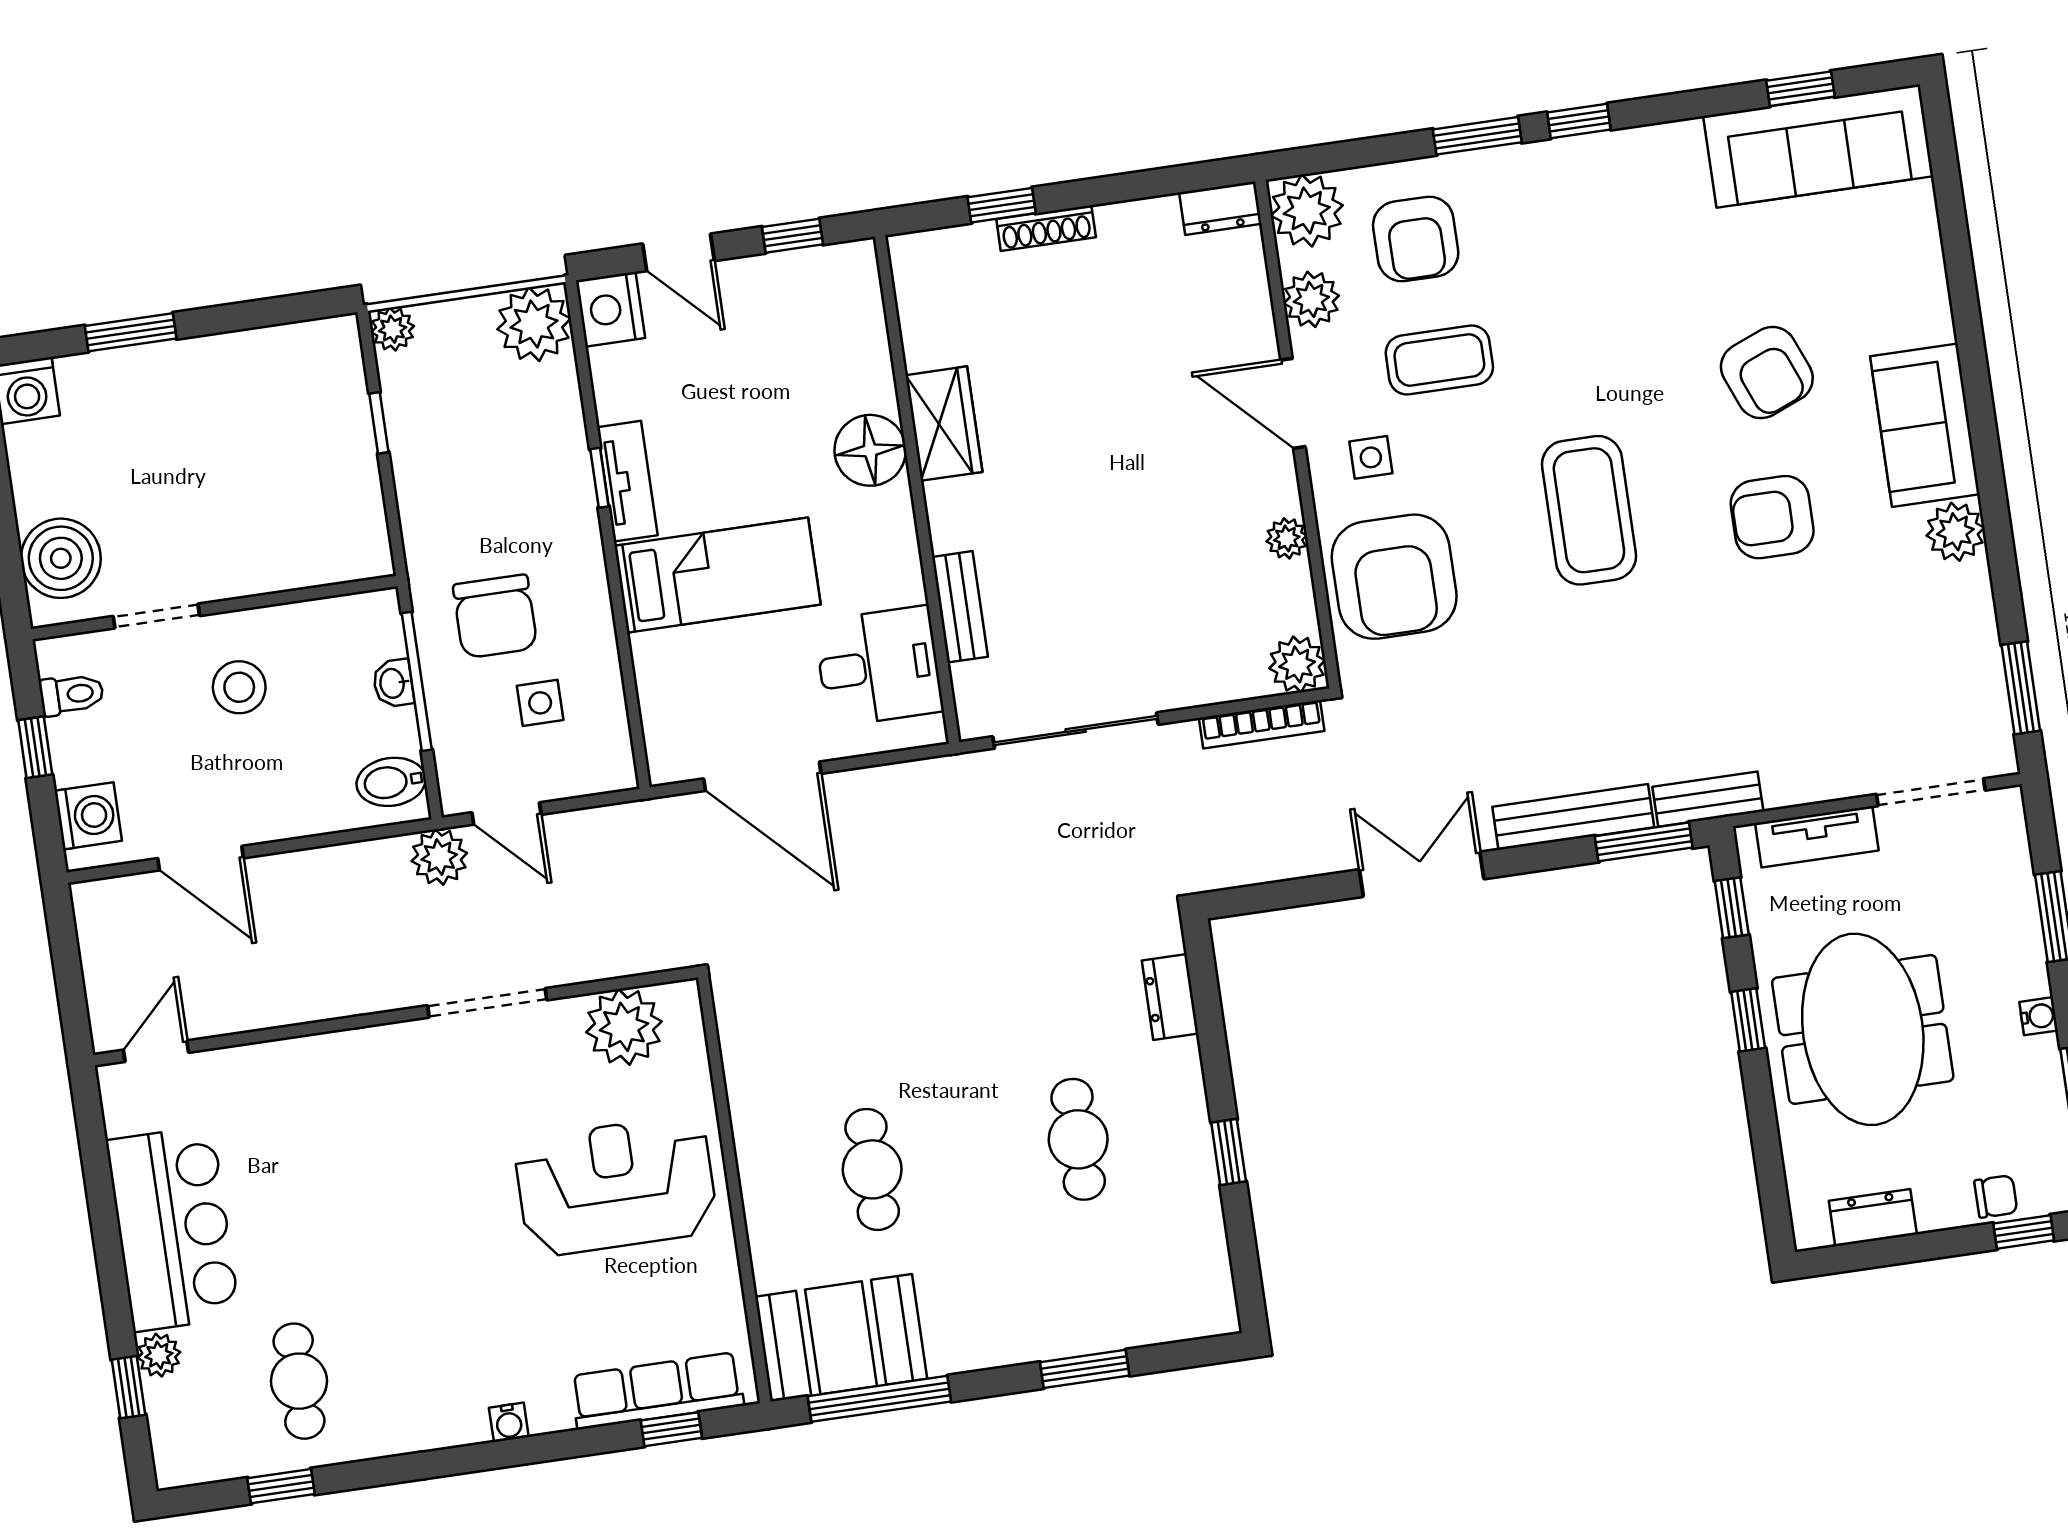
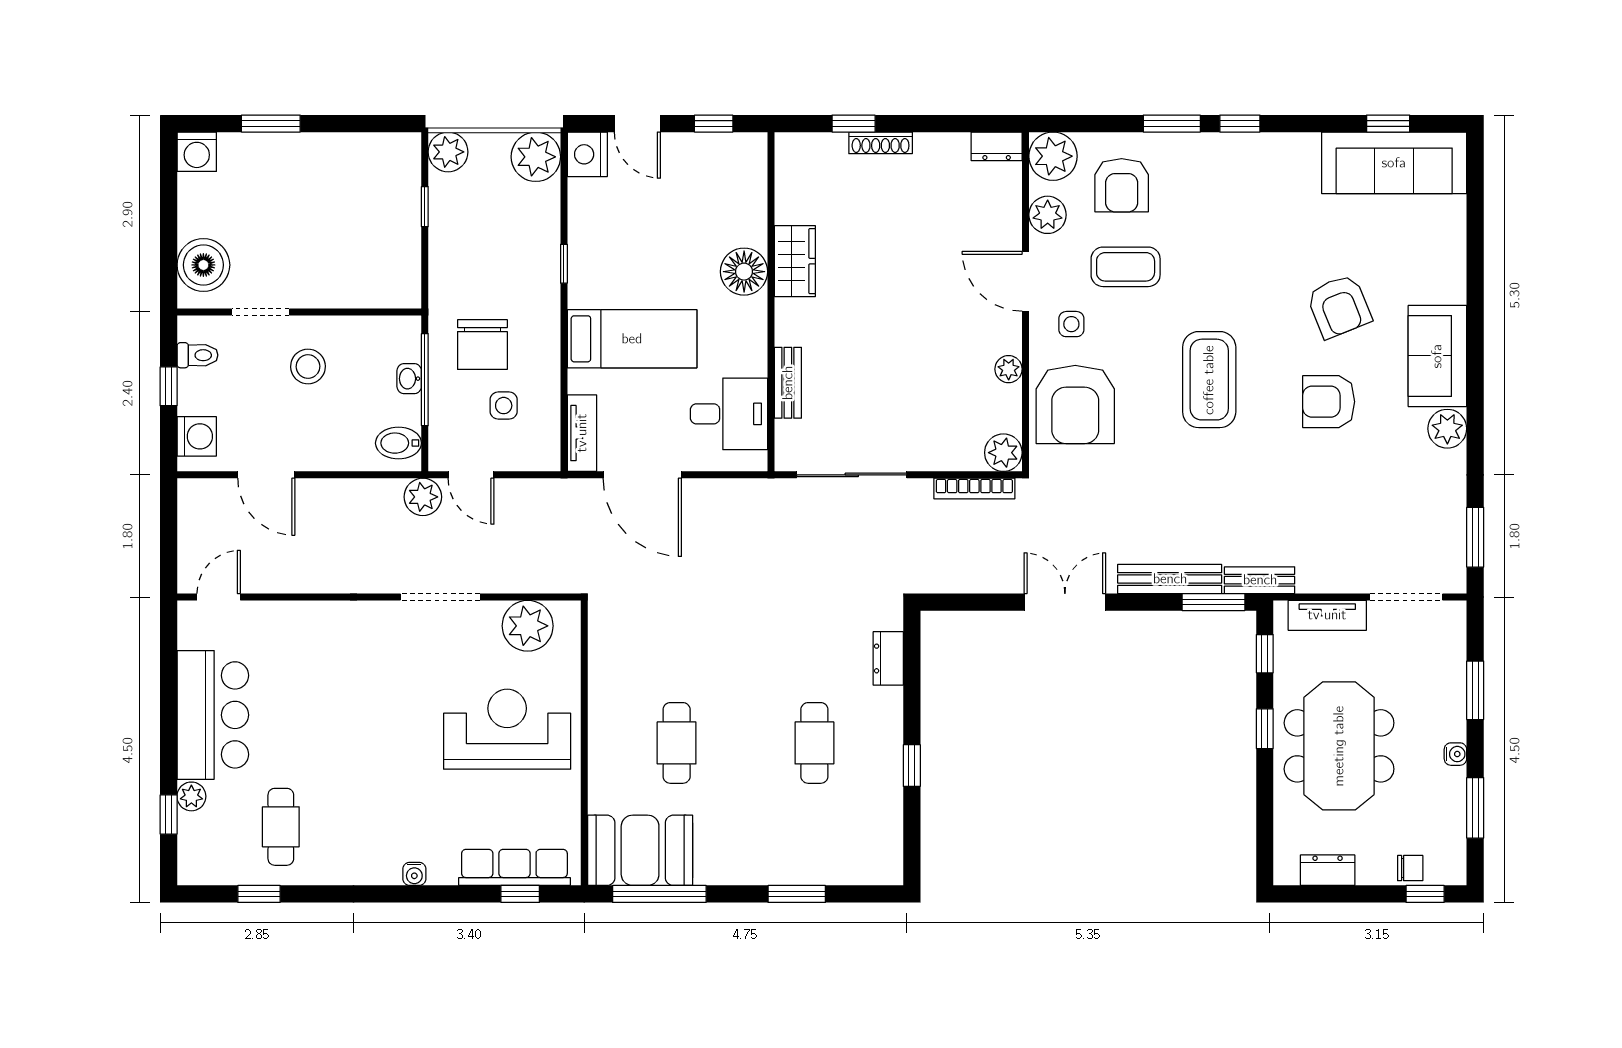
plant: (392, 329) -> (448, 152), width x1.38, depth x1.38
tv unit: (627, 481) -> (582, 433), moved

